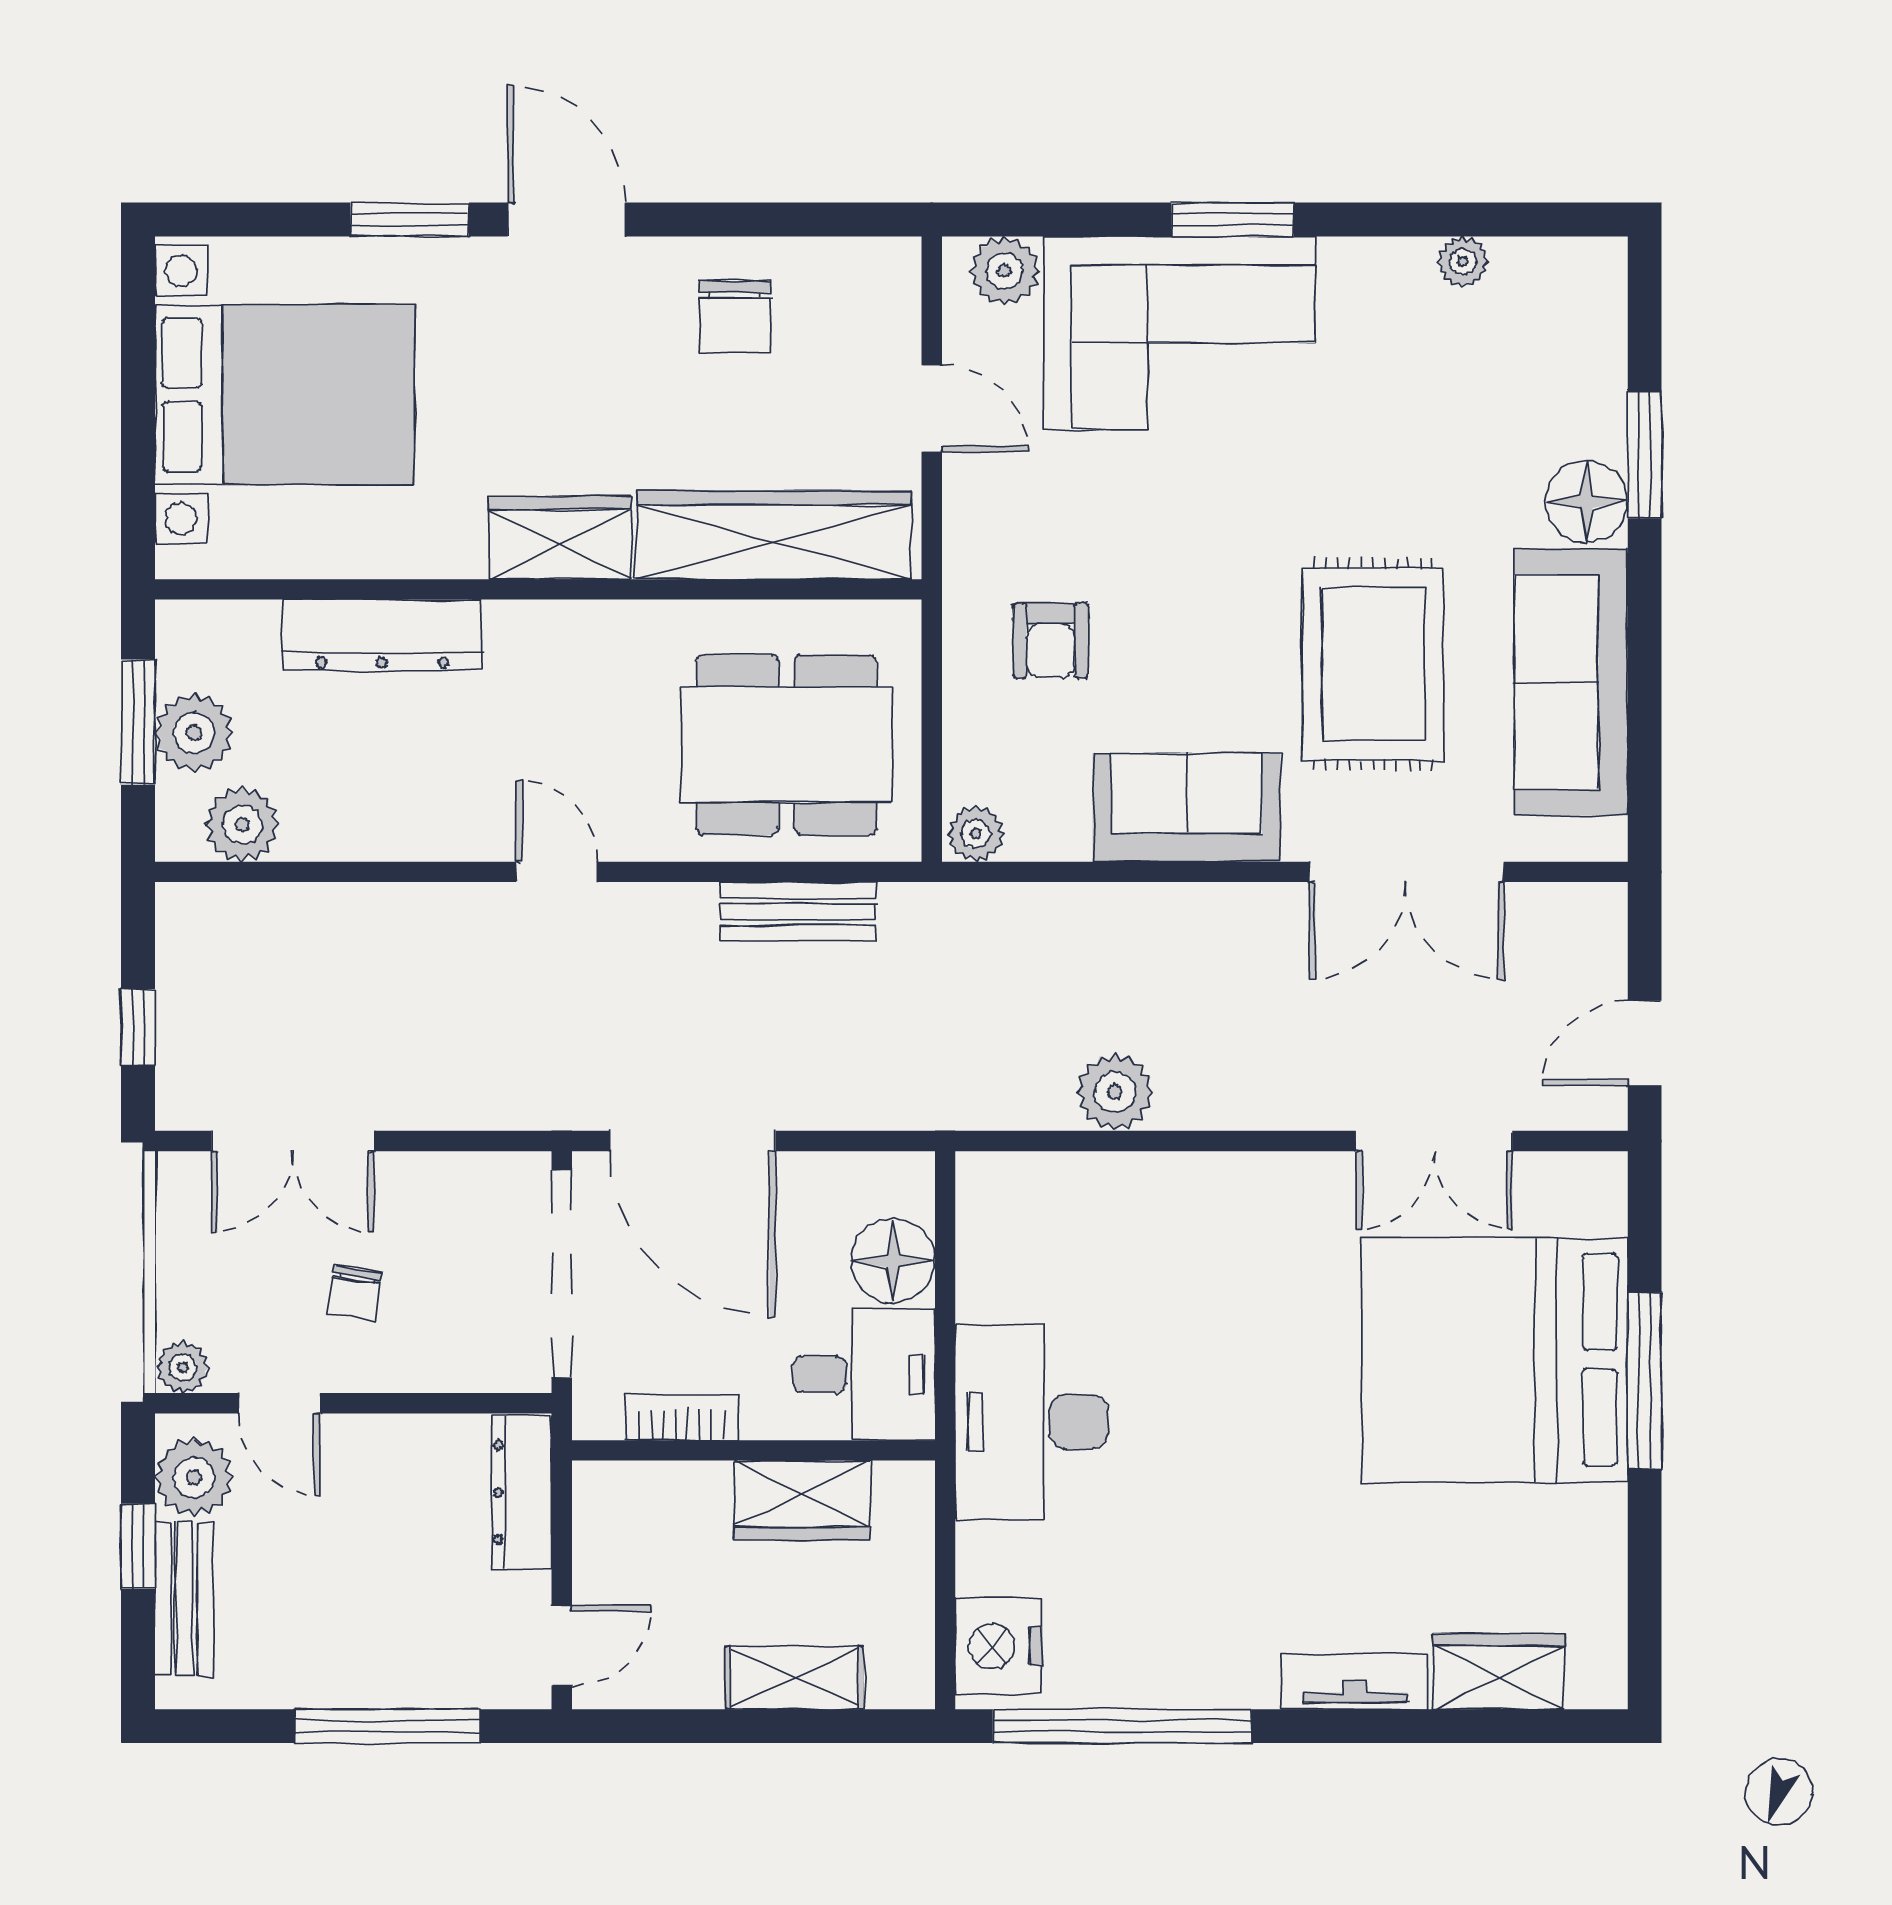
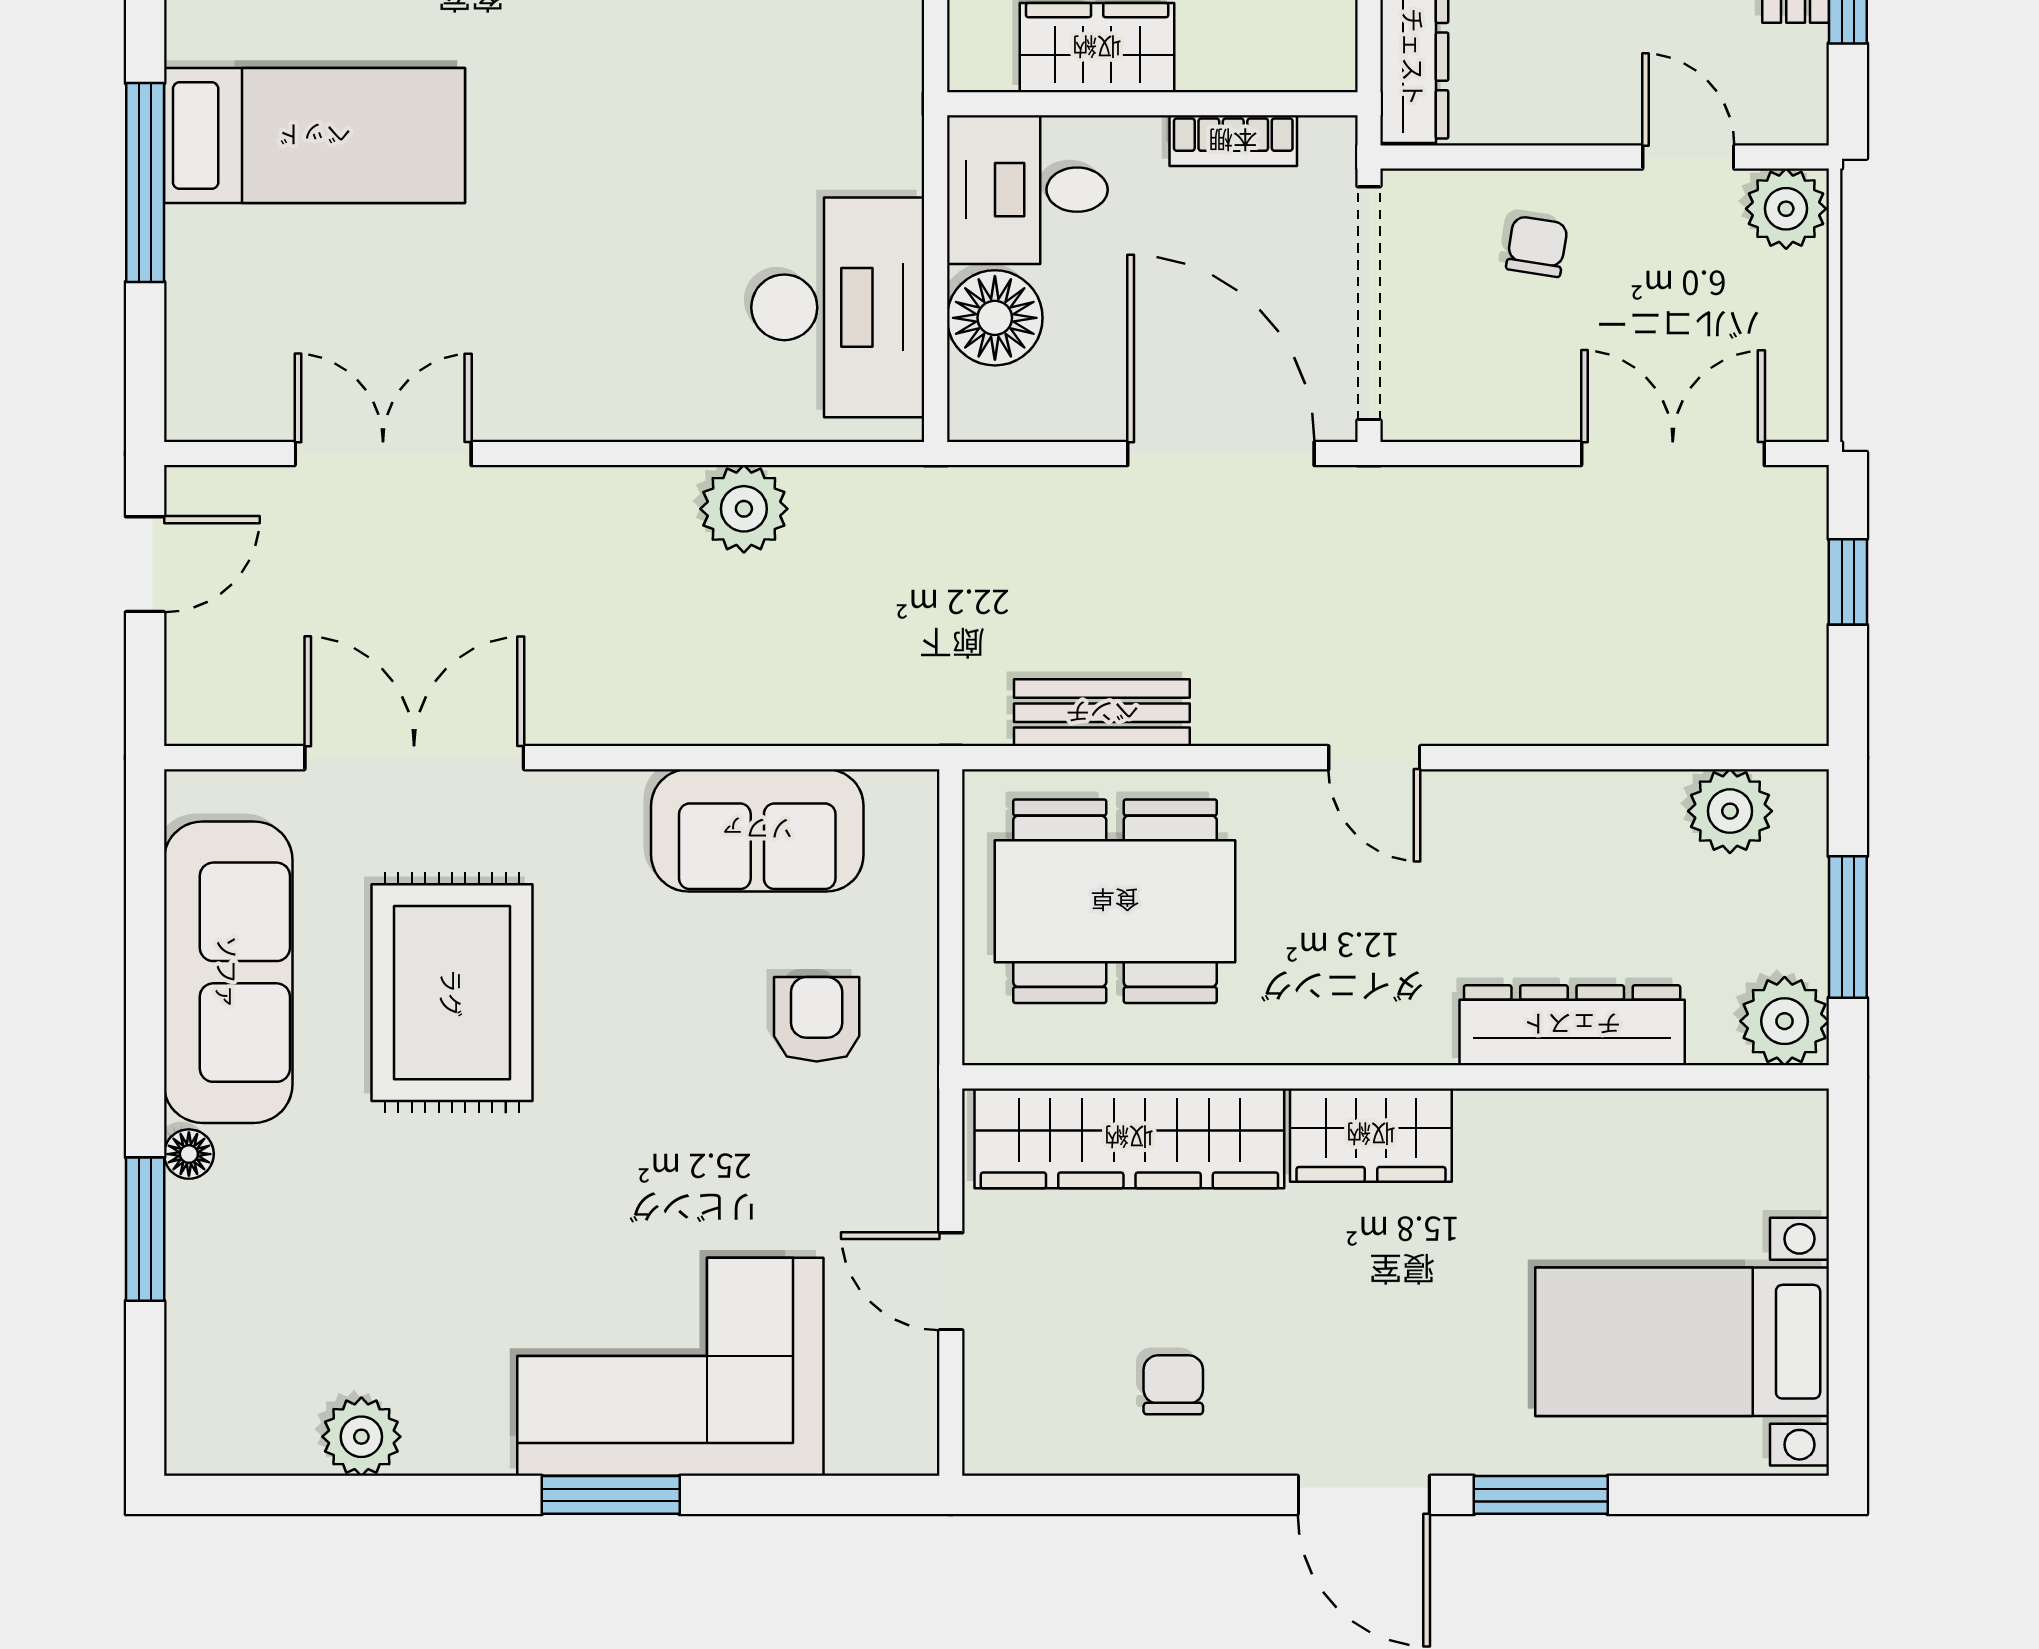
plant: (1463, 262) -> (361, 1437), width x1.38, depth x1.38
plant: (1004, 271) -> (869, 1437), removed
chair: (735, 317) -> (1173, 1385), width x0.73, depth x0.73
bed with nightstands: (285, 395) -> (1682, 1342), width x0.73
floor lamp: (1586, 502) -> (189, 1154), width x0.53, depth x0.53
plant: (194, 733) -> (1785, 1021), moved
sofa: (1186, 808) -> (757, 830), moved
plant: (976, 834) -> (901, 801), removed
chair: (355, 1293) -> (1537, 246), moved
bed: (1495, 1360) -> (314, 136), width x0.49
plant: (183, 1367) -> (1786, 209), width x1.38, depth x1.38
desk: (1032, 1422) -> (838, 307), moved
plant: (194, 1477) -> (1784, 73), removed

